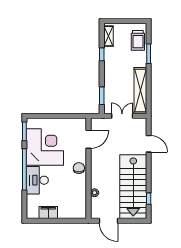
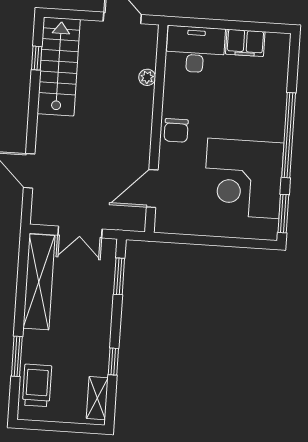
desk: (37, 180) -> (195, 50), moved, turned -90
stairs: (133, 187) -> (59, 66), width x0.73, depth x0.66

